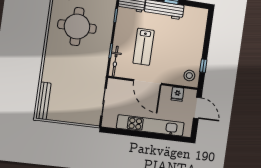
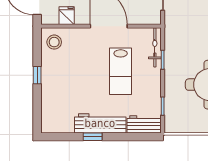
lab bench: (144, 47) -> (121, 71), turned 180
window: (203, 66) -> (37, 75), moved

